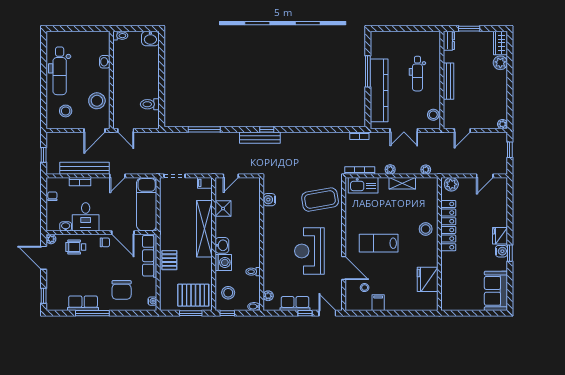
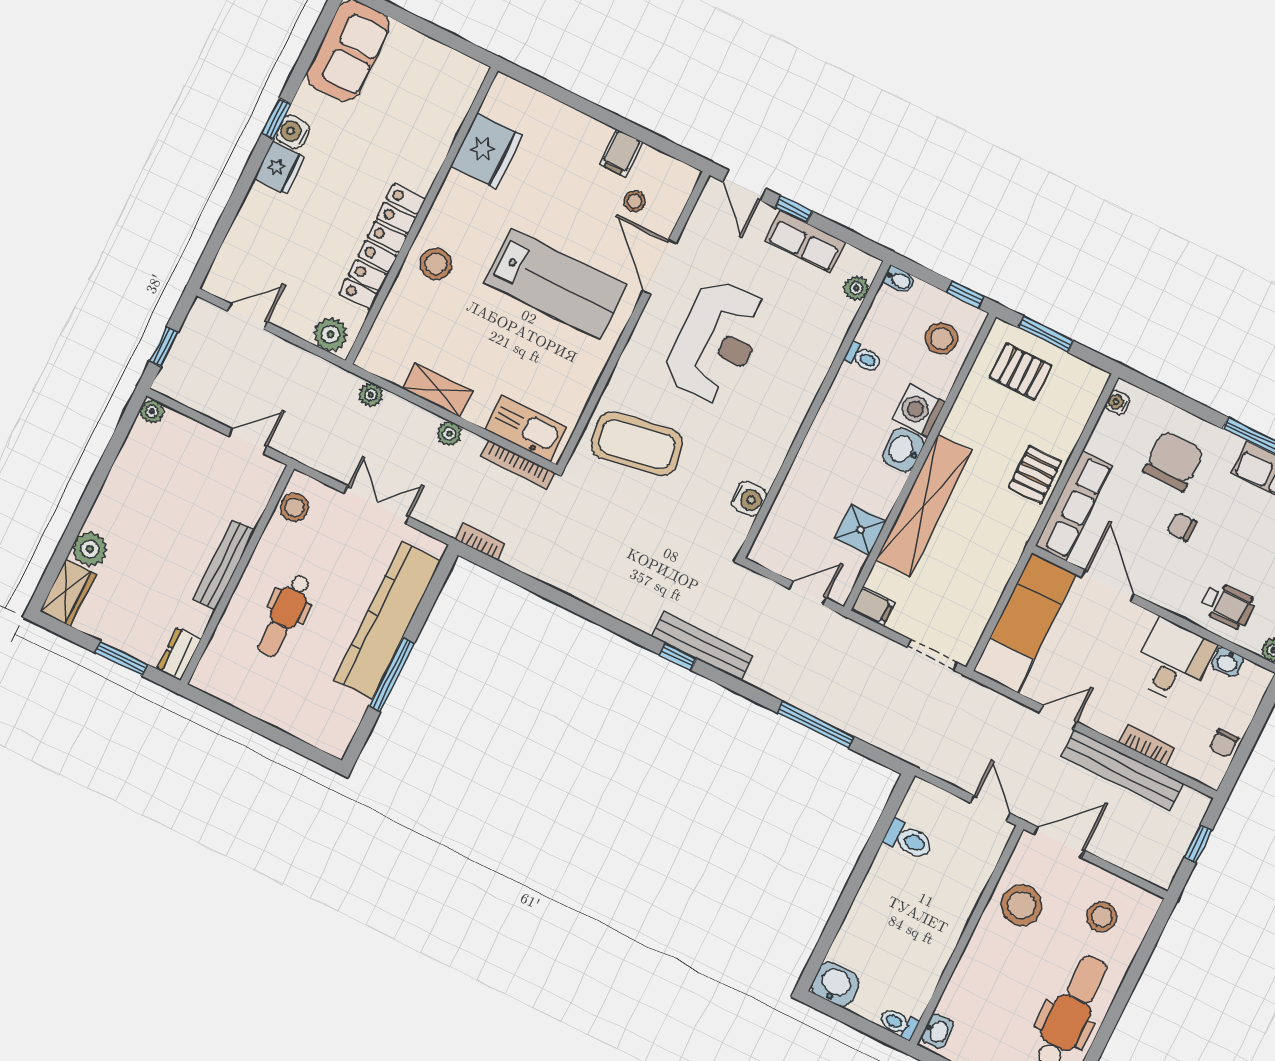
washbasin: (105, 62) -> (937, 1031), moved
dental chair: (417, 74) -> (285, 616), turned 180
chair: (105, 242) -> (1182, 527), moved
lab bench: (379, 243) -> (555, 284), width x1.36, depth x1.39
pallet: (193, 295) -> (1021, 371), width x0.67, depth x0.71

